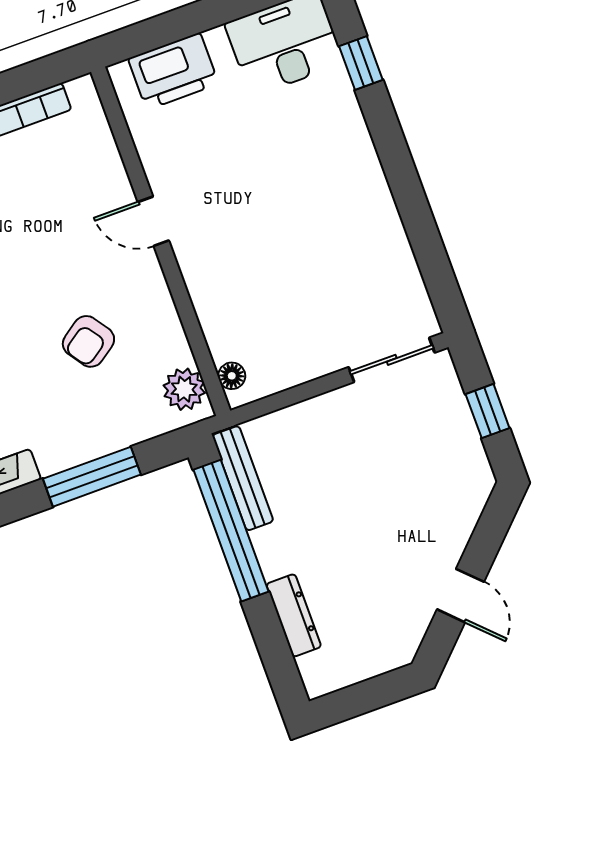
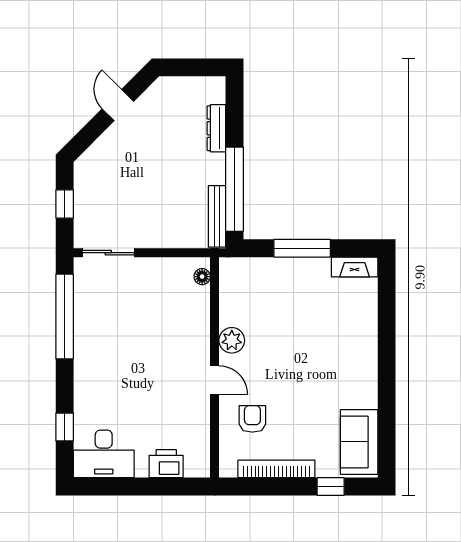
printer: (173, 71) -> (166, 464), width x0.73, depth x0.84
window: (424, 235) -> (65, 317), added
armchair: (88, 341) -> (252, 419), moved, turned -55
plant: (184, 389) -> (232, 340), moved

